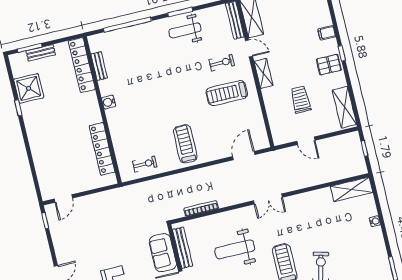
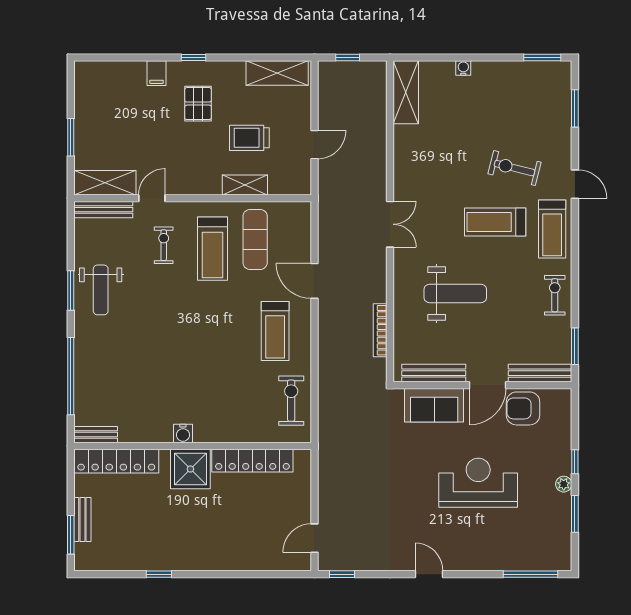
pallet: (329, 65) -> (198, 104), moved
bench: (99, 66) -> (96, 435), moved
shelving: (264, 73) -> (245, 185), moved
shower: (29, 88) -> (190, 469), moved
exercise mat: (239, 118) -> (255, 239), added
treadmill: (185, 144) -> (275, 331), turned -90
door: (244, 156) -> (314, 281), moved
exercise bike: (145, 164) -> (291, 401), width x1.38, depth x1.39
door: (63, 199) -> (314, 538), swing flipped
weight bench: (235, 249) -> (455, 293), turned -90

